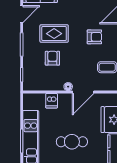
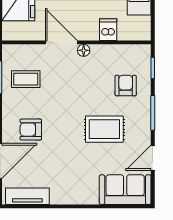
armchair: (94, 37) -> (31, 130), moved
armchair: (52, 58) -> (126, 85), moved, turned 180
door: (83, 92) -> (61, 42), hinge flipped

